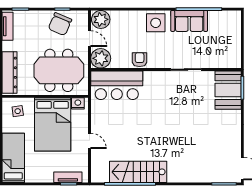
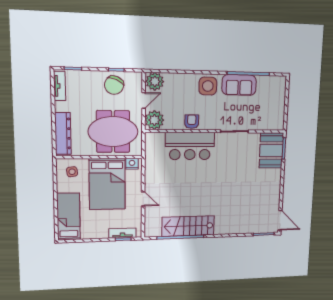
door: (89, 39) -> (144, 100), hinge flipped
bar counter: (117, 85) -> (190, 146), moved

